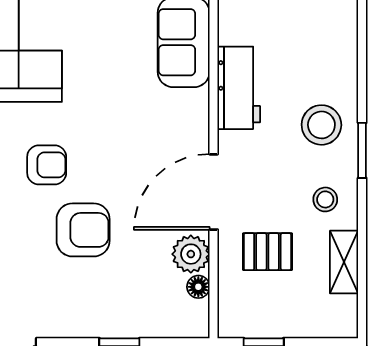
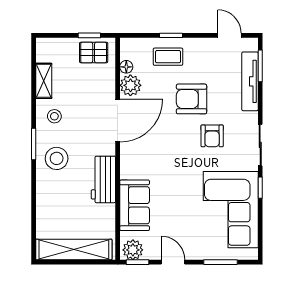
armchair: (47, 165) -> (212, 136), turned -90
pallet: (267, 252) -> (94, 52), moved
coffee table: (125, 305) -> (168, 57), added

